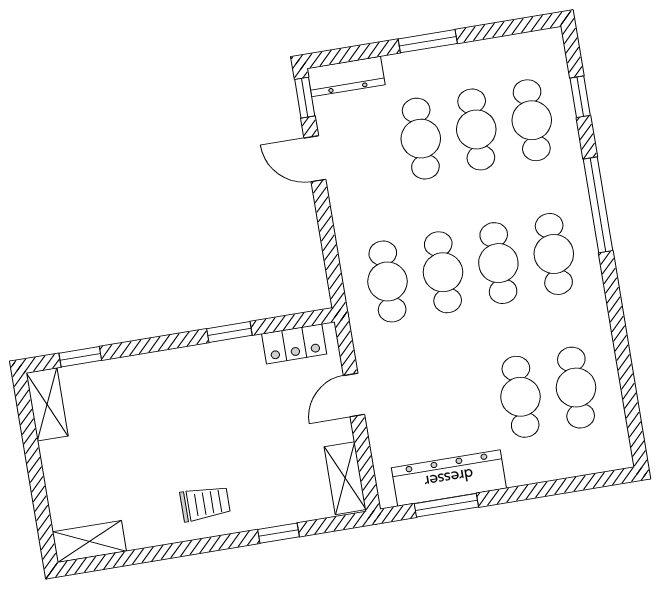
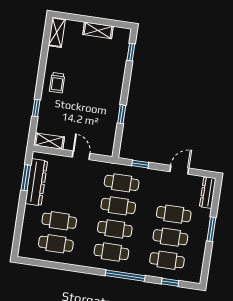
window: (305, 98) -> (140, 164), moved
locker: (294, 344) -> (109, 138), removed
shelving: (47, 404) -> (98, 30), moved

